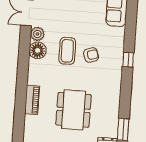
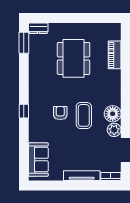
armchair: (91, 55) -> (60, 113), turned 107
piano: (32, 100) -> (115, 55), moved

